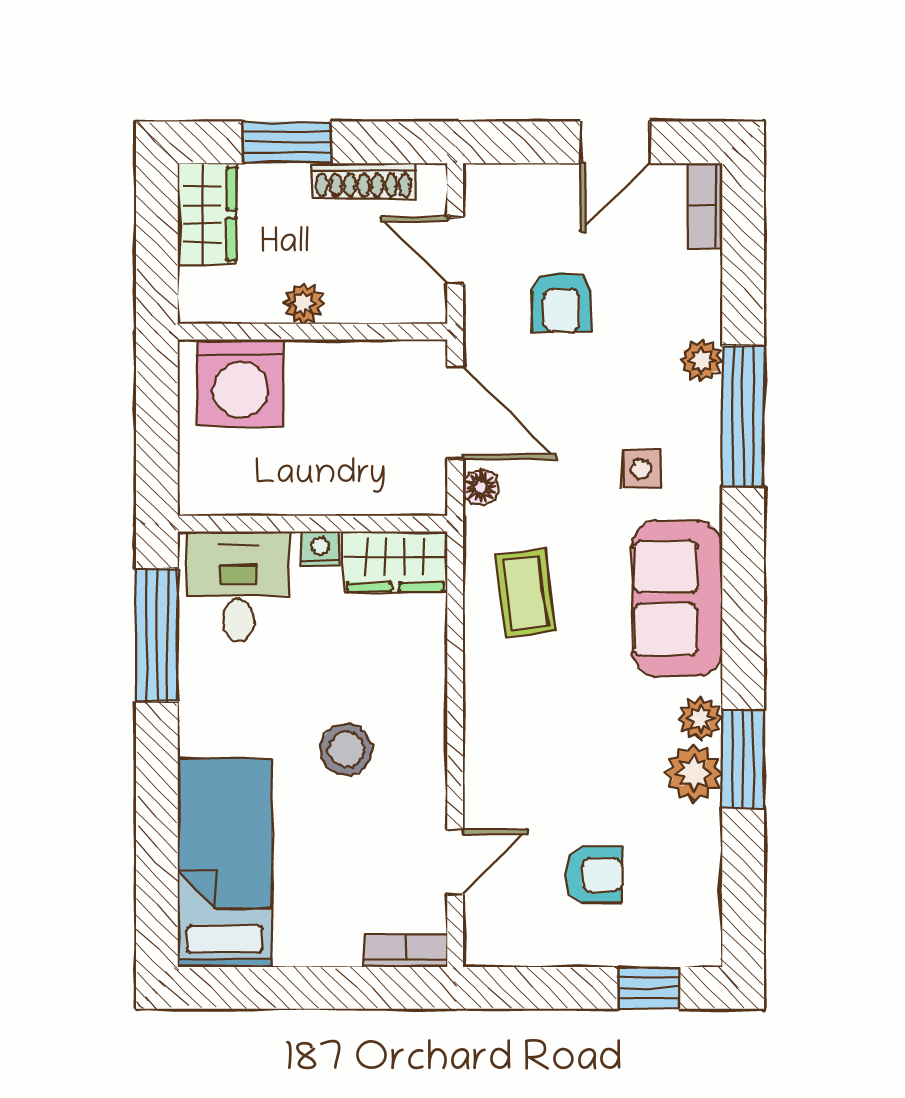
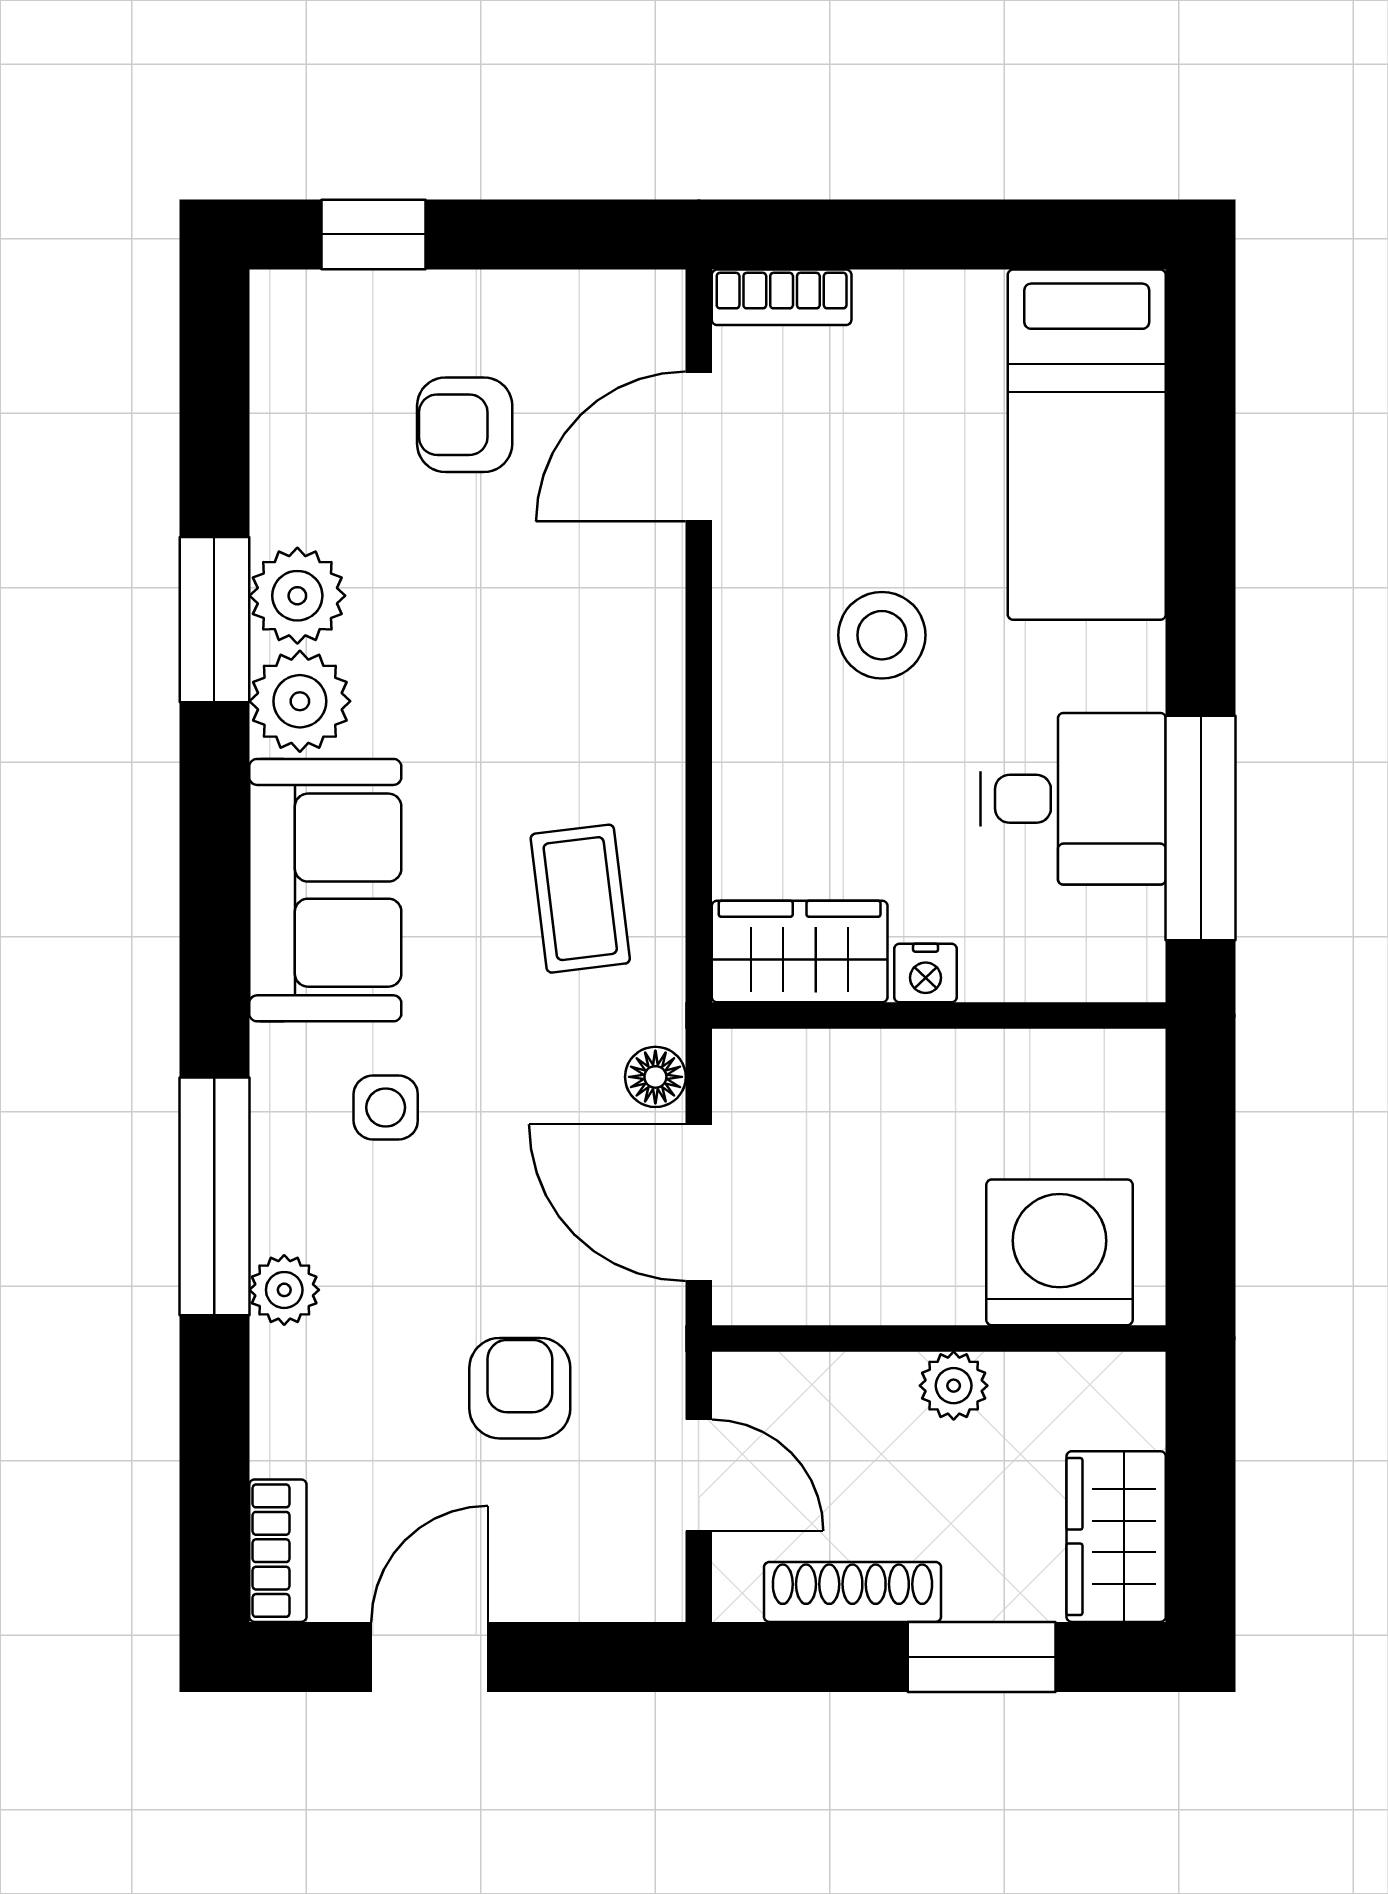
desk: (238, 586) -> (1073, 799), moved, turned -90
plant: (700, 719) -> (300, 701), width x1.38, depth x1.38
door: (455, 862) -> (699, 447), width x1.38

